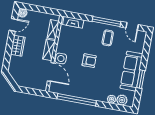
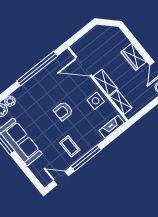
side table: (61, 58) -> (96, 101), moved

